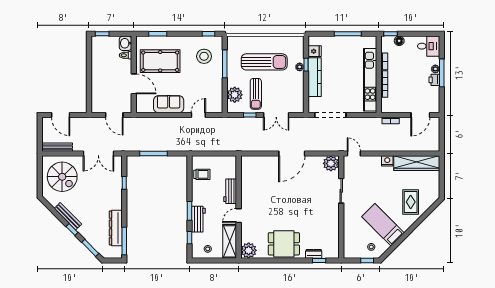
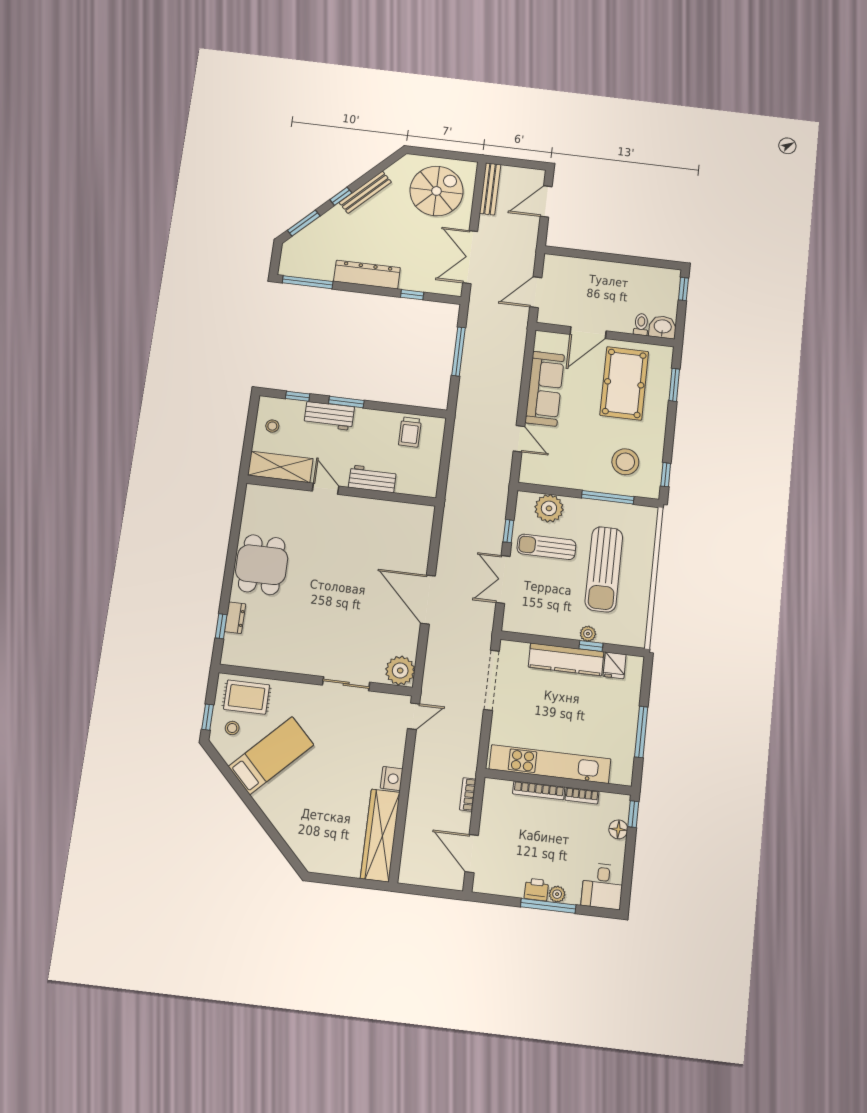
sofa: (169, 104) -> (545, 389), width x1.36
spiral stairs: (62, 177) -> (436, 191), turned 180
rug: (411, 202) -> (247, 697), moved
dresser: (116, 228) -> (367, 275), moved
plant: (249, 250) -> (259, 499), removed

